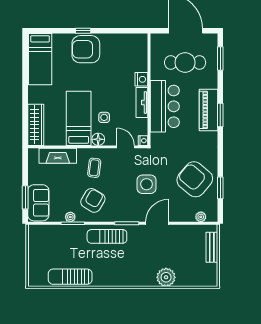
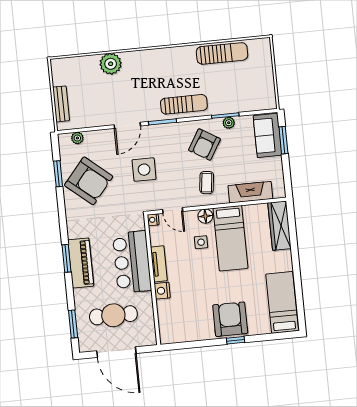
armchair: (86, 49) -> (230, 319), turned -90

